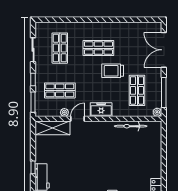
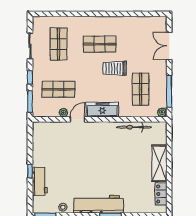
double door: (164, 50) -> (169, 46), width x0.73
freezer: (101, 110) -> (102, 110), width x1.40
shelving: (53, 128) -> (159, 163), moved, turned 90

